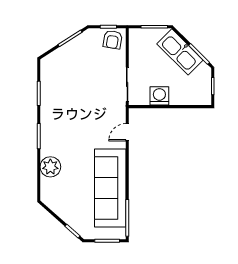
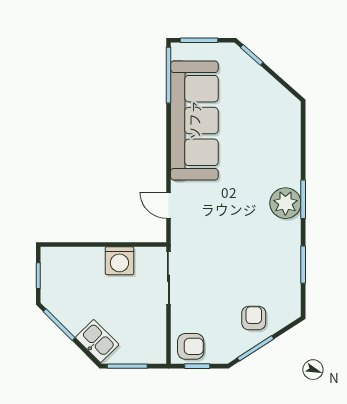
armchair: (113, 40) -> (191, 346), turned 81
kitchen sink: (180, 52) -> (97, 341), width x0.53, depth x0.81
armchair: (71, 58) -> (254, 318), added
door: (127, 132) -> (168, 205), swing flipped
plant: (50, 167) -> (285, 203), moved

